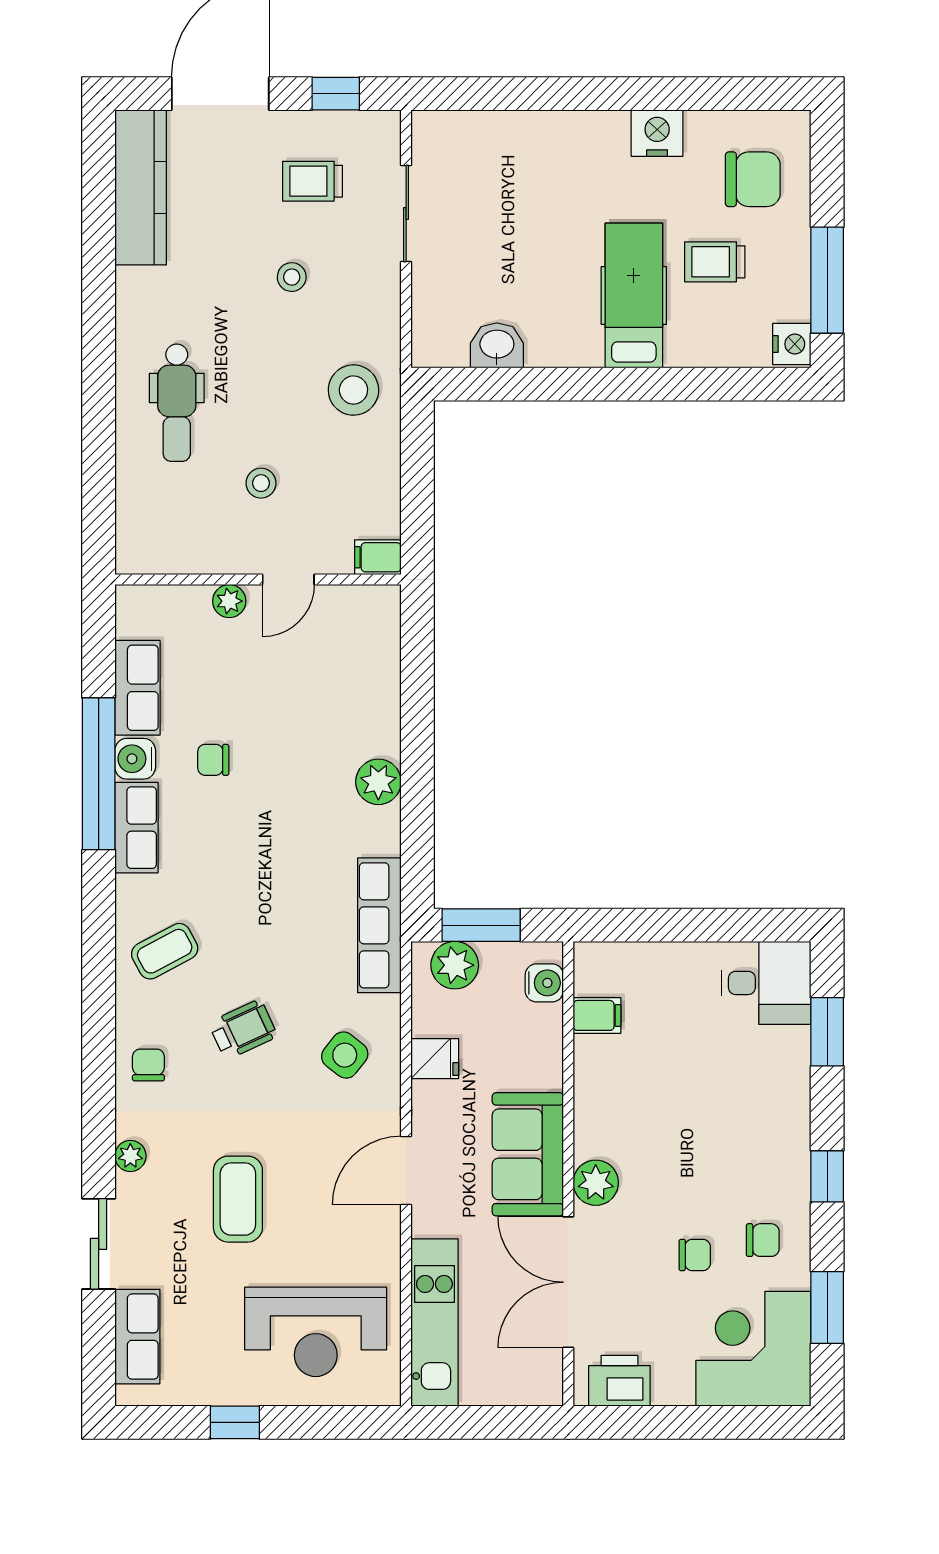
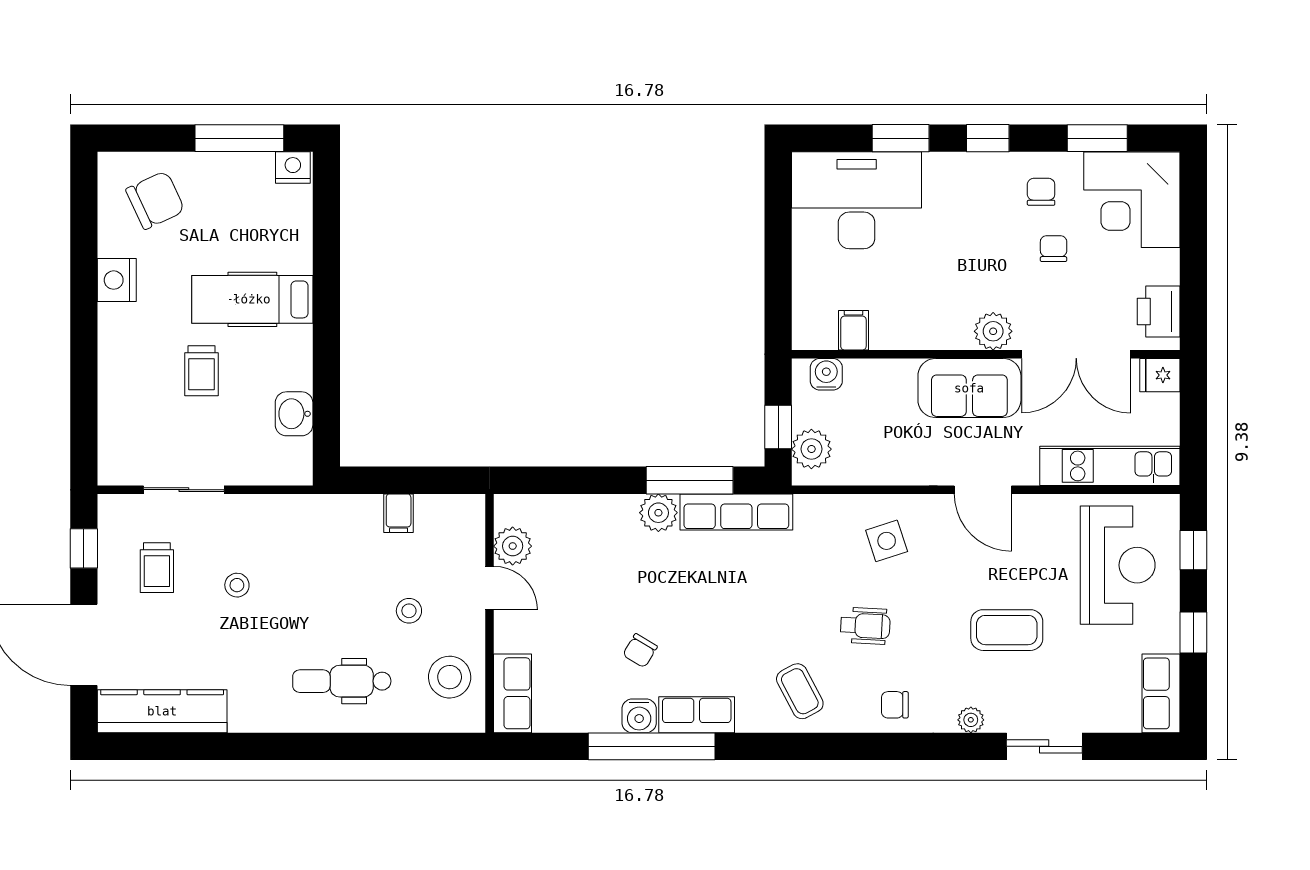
chair: (753, 179) -> (155, 200), turned 65
trolley: (715, 262) -> (202, 371), moved
stool: (353, 390) -> (450, 677), moved
dental chair: (177, 403) -> (342, 681), turned 180
filing cabinet: (378, 557) -> (399, 513), moved
plant: (229, 601) -> (513, 546), moved, width x1.38, depth x1.38
row of seats: (137, 688) -> (513, 693), moved, turned 90
chair: (213, 760) -> (640, 651), turned 31
window: (417, 819) -> (690, 480), added
row of seats: (379, 925) -> (736, 512), moved
window: (481, 925) -> (778, 427), width x0.67
desk: (766, 983) -> (857, 200), width x1.87, depth x1.30
wheelchair: (243, 1029) -> (865, 626), turned 118
window: (827, 1032) -> (901, 138), moved
side table: (345, 1055) -> (887, 541), turned 34
fridge: (435, 1059) -> (1160, 375), moved, turned -90
row of seats: (137, 1337) -> (1161, 693), moved, turned -90
window: (334, 1422) -> (1193, 550), added

